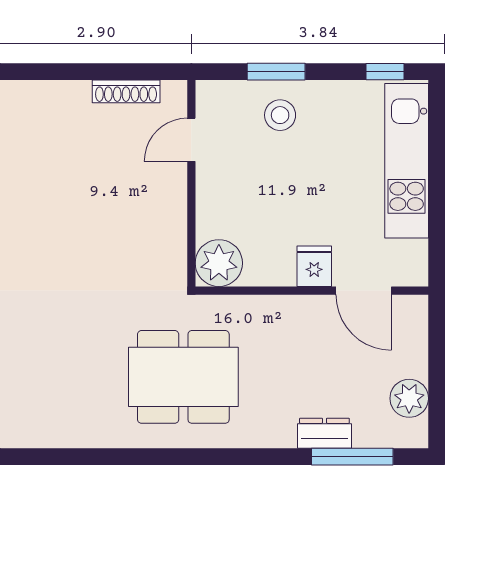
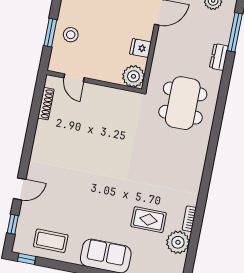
fridge: (314, 266) -> (141, 48), moved
dresser: (324, 433) -> (219, 57), moved

